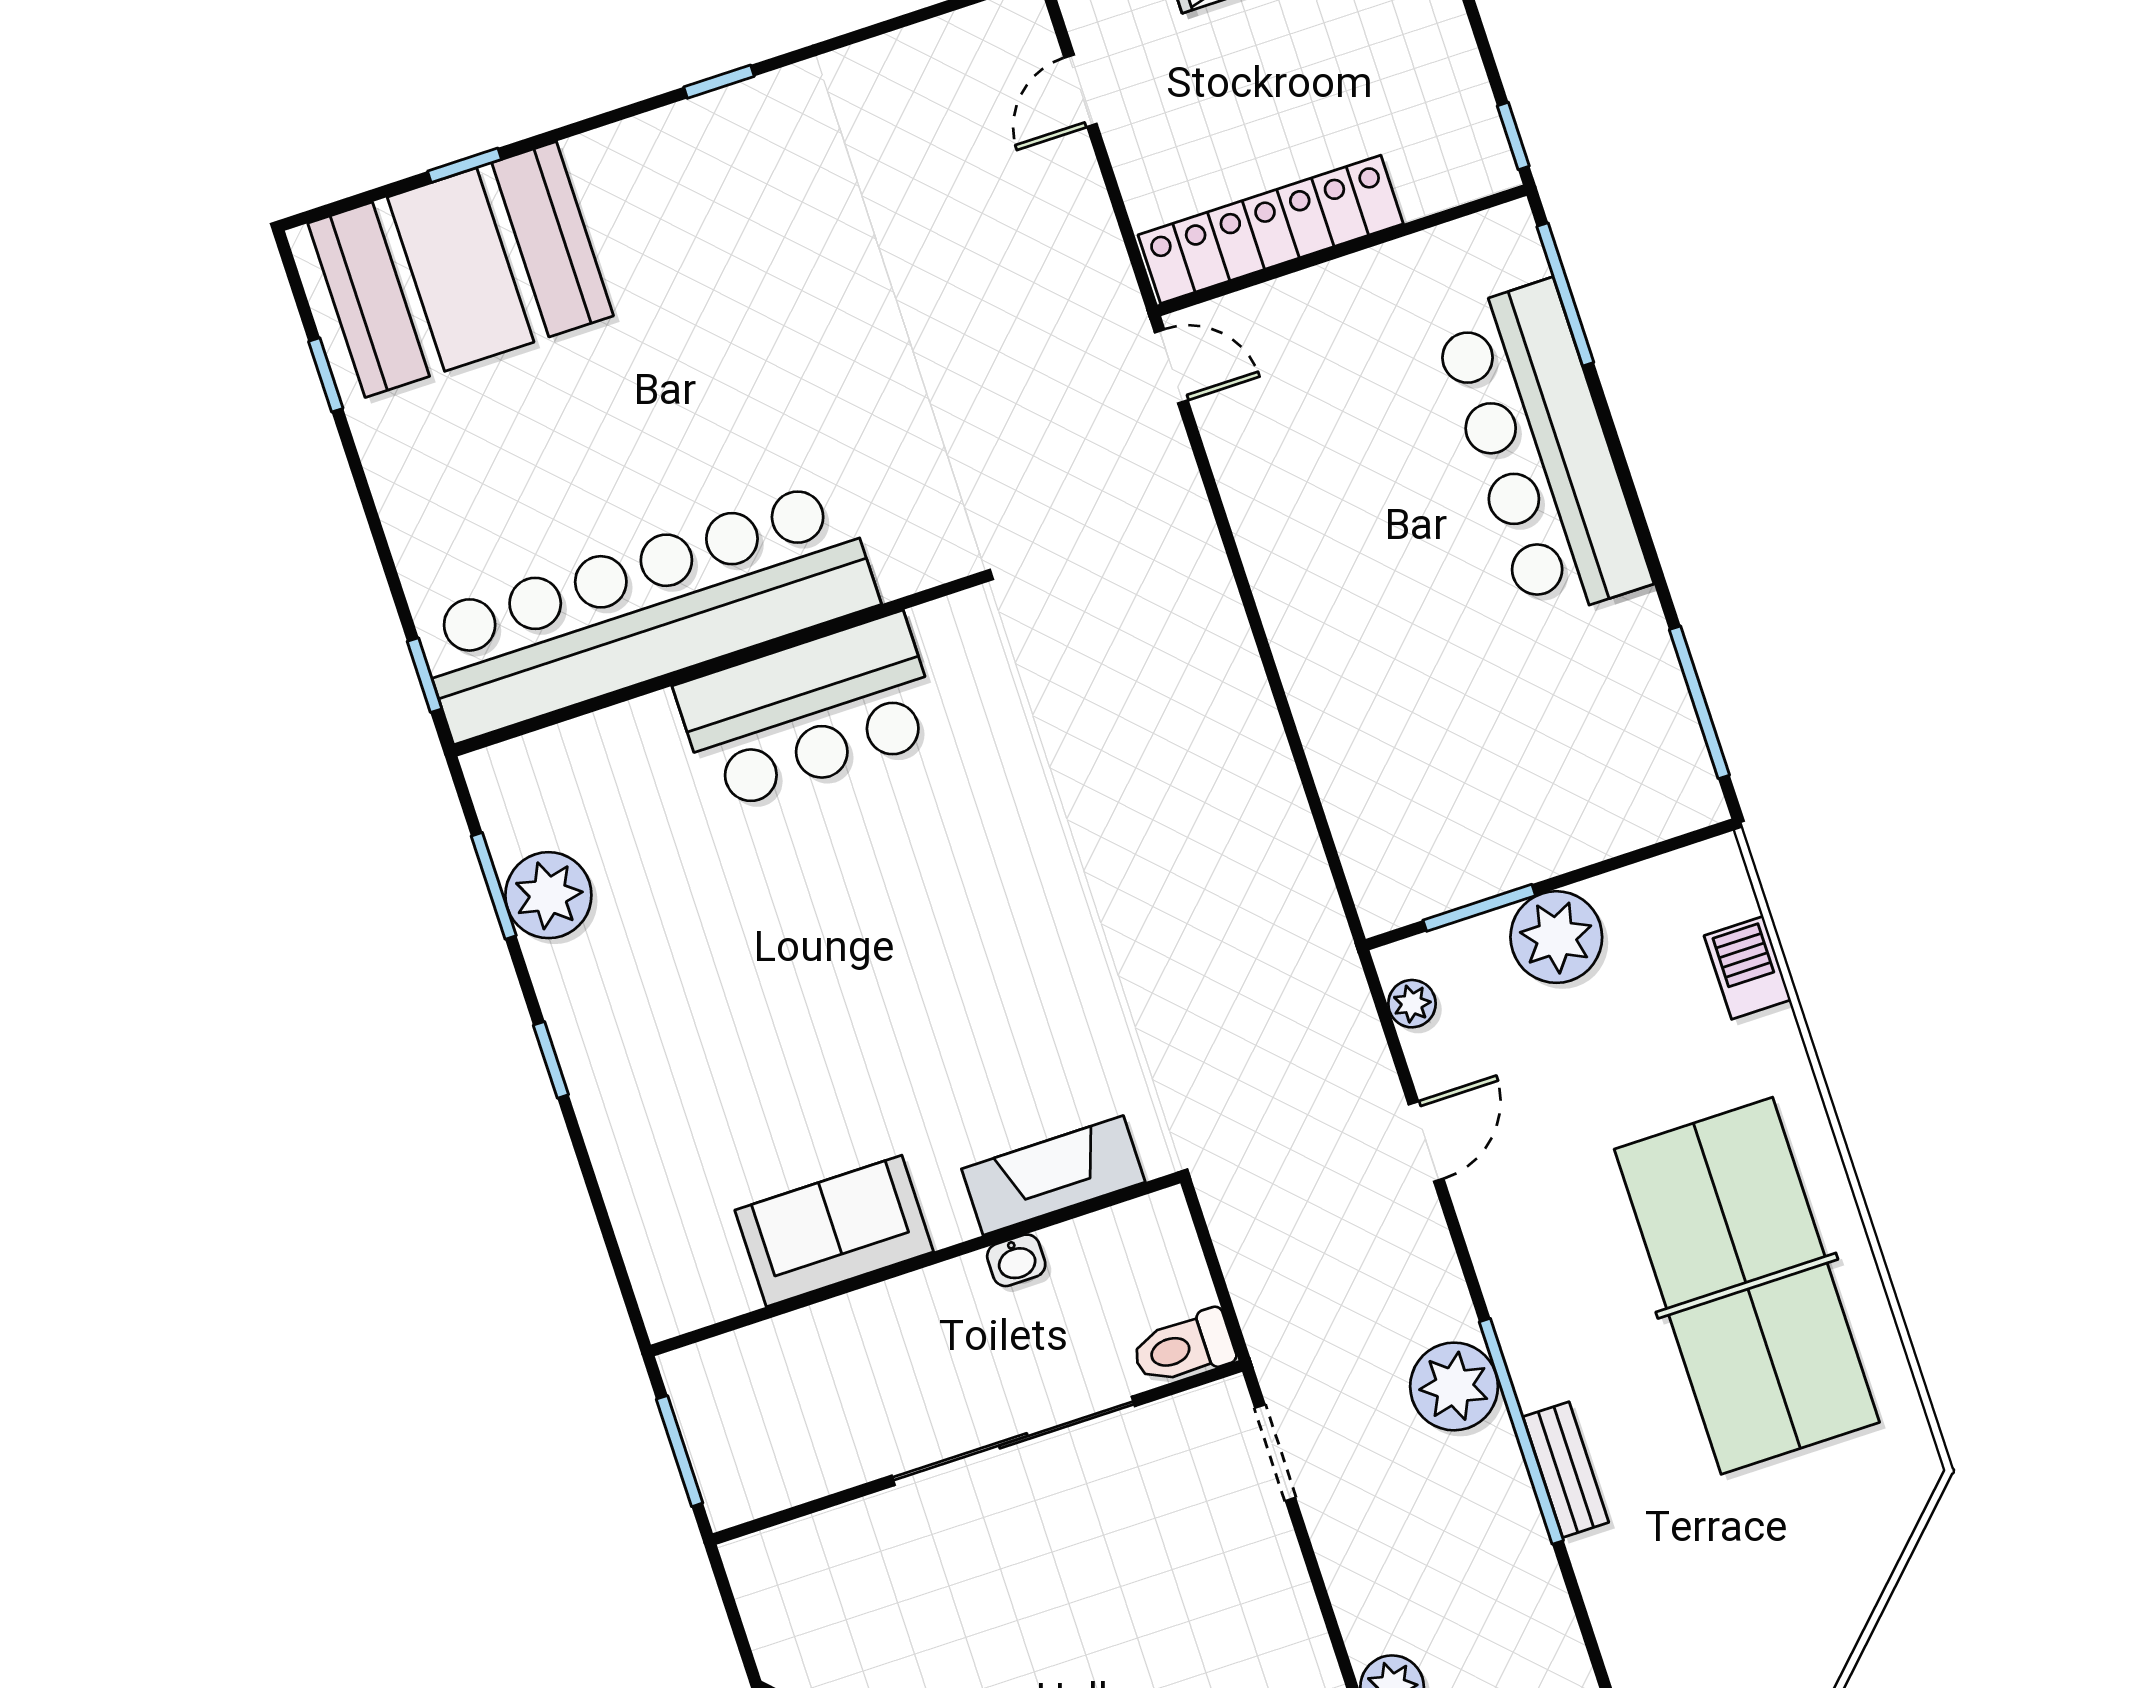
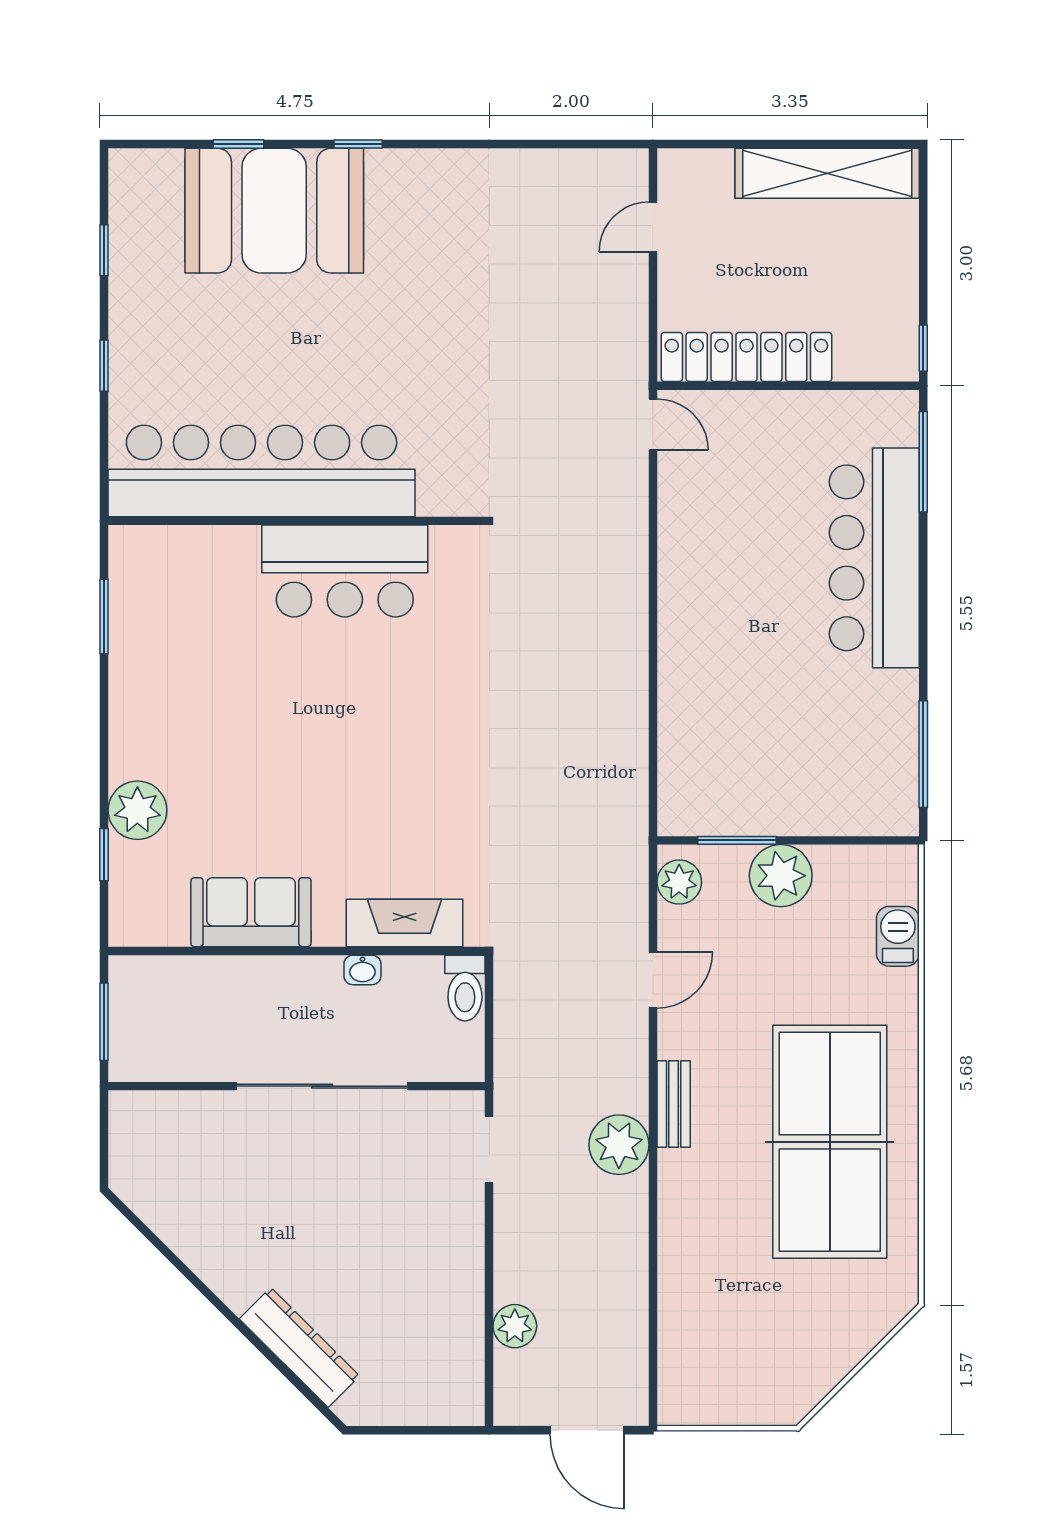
window: (719, 82) -> (358, 144), moved
booth: (461, 270) -> (274, 211), moved
window: (424, 675) -> (104, 366), moved
plant: (548, 895) -> (137, 810), moved
plant: (1412, 1004) -> (679, 882), width x1.38, depth x1.38
window: (551, 1060) -> (104, 855), moved
toilet: (1183, 1348) -> (465, 988), moved, turned -90
window: (1521, 1431) -> (653, 1188), removed
bench: (1566, 1470) -> (674, 1104), moved

